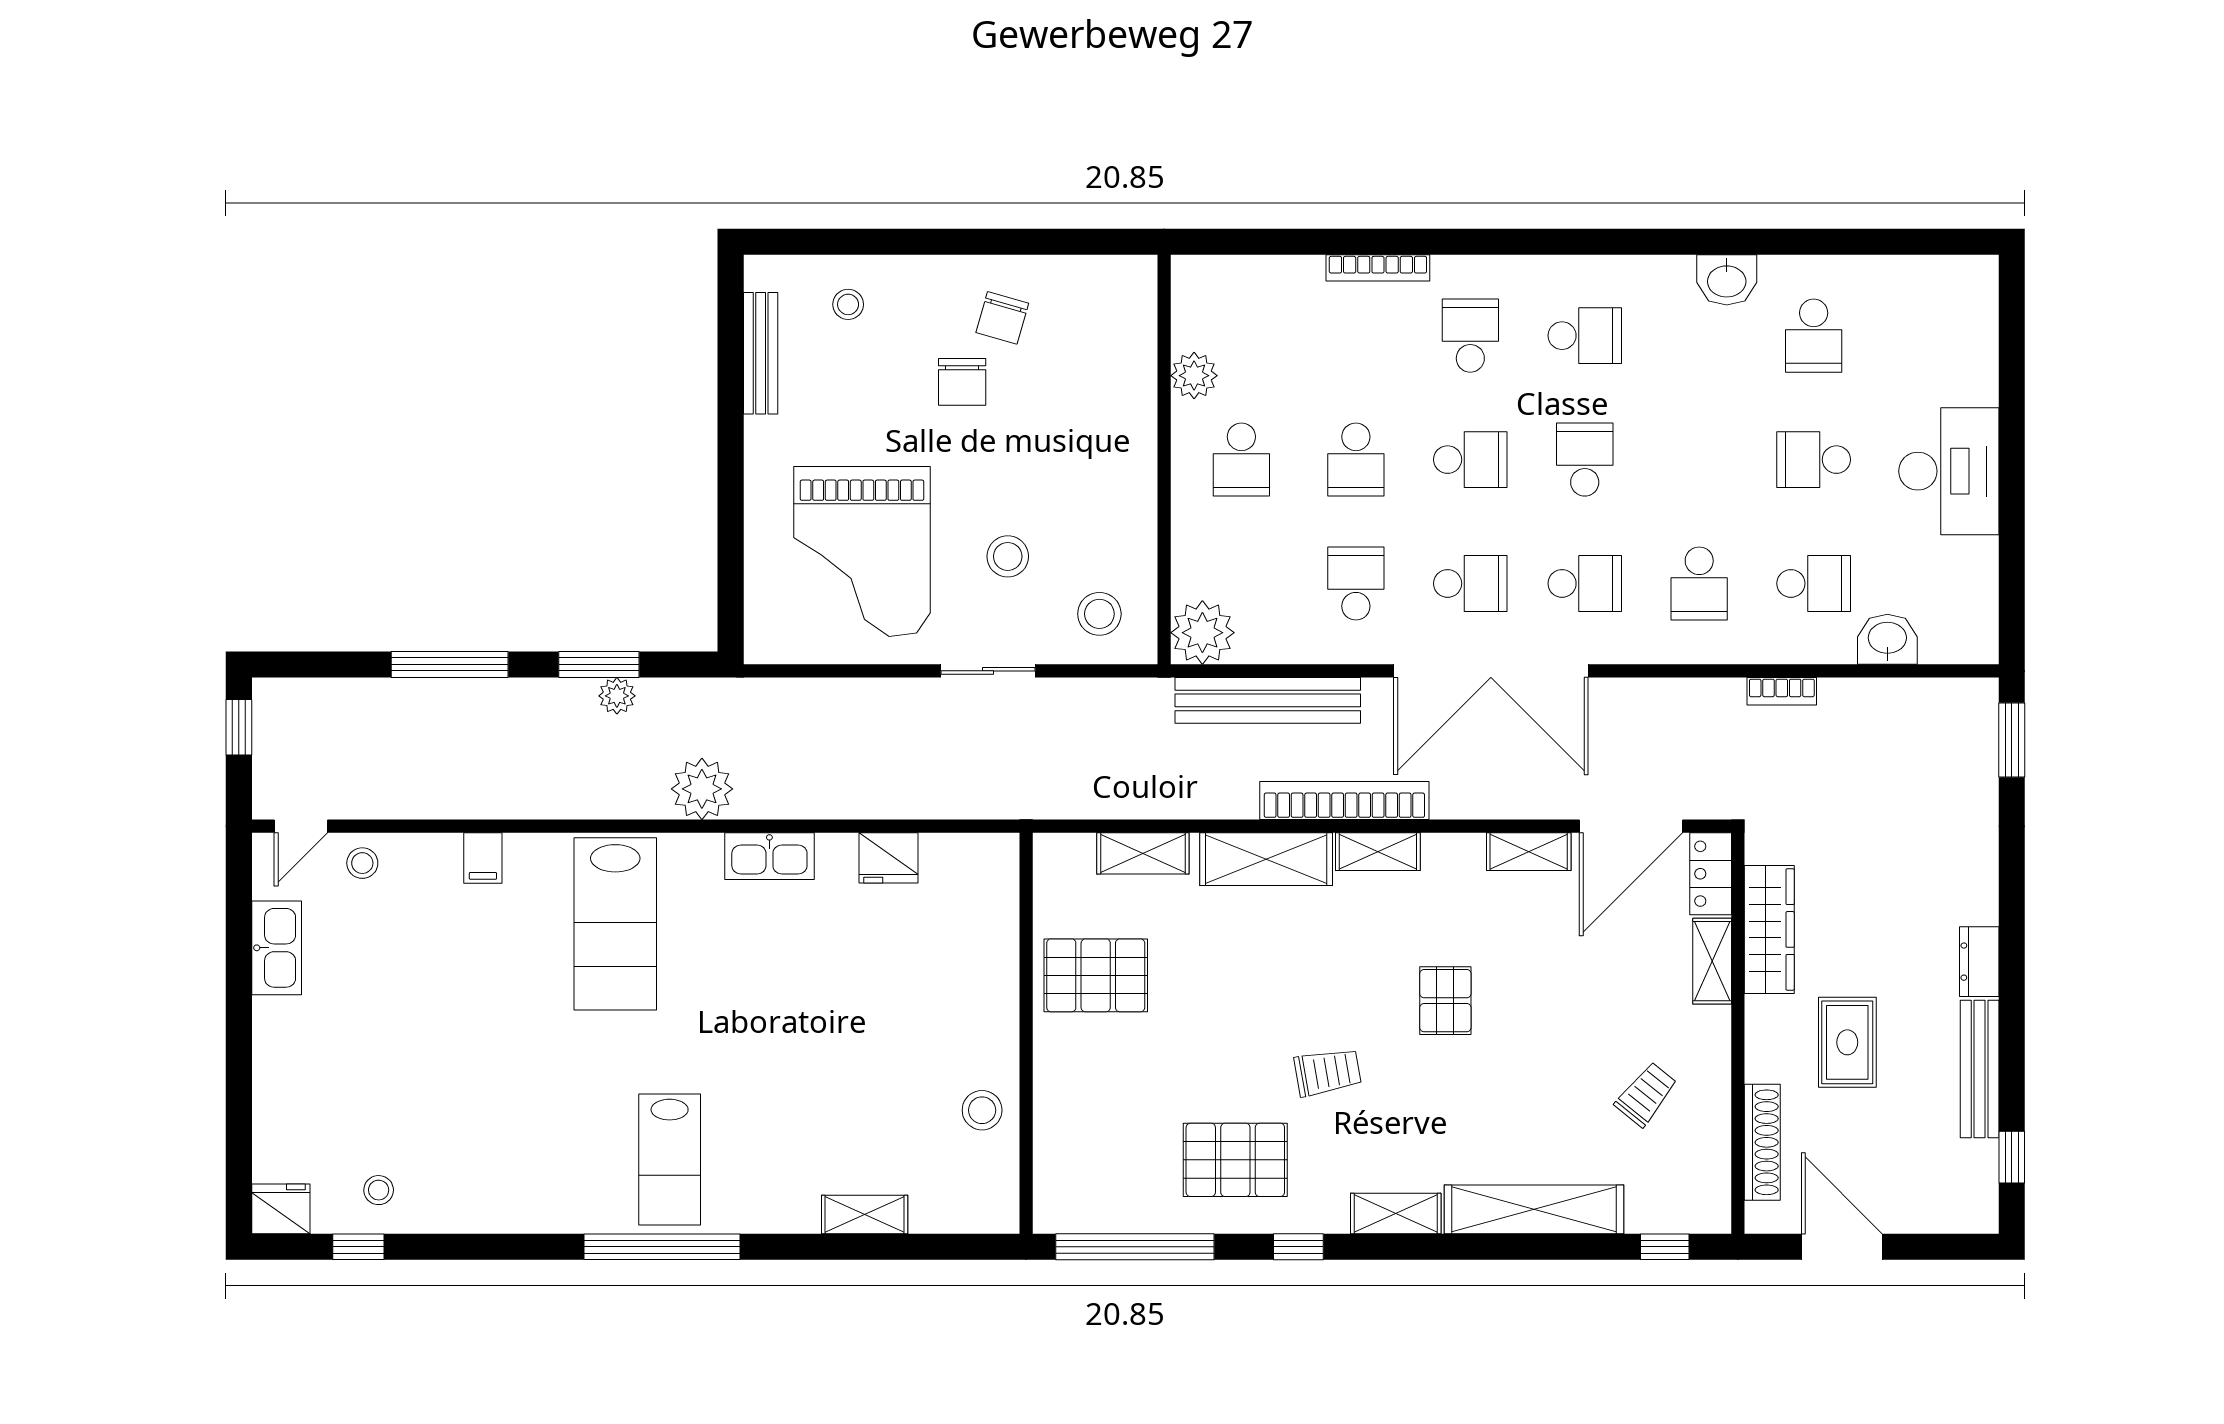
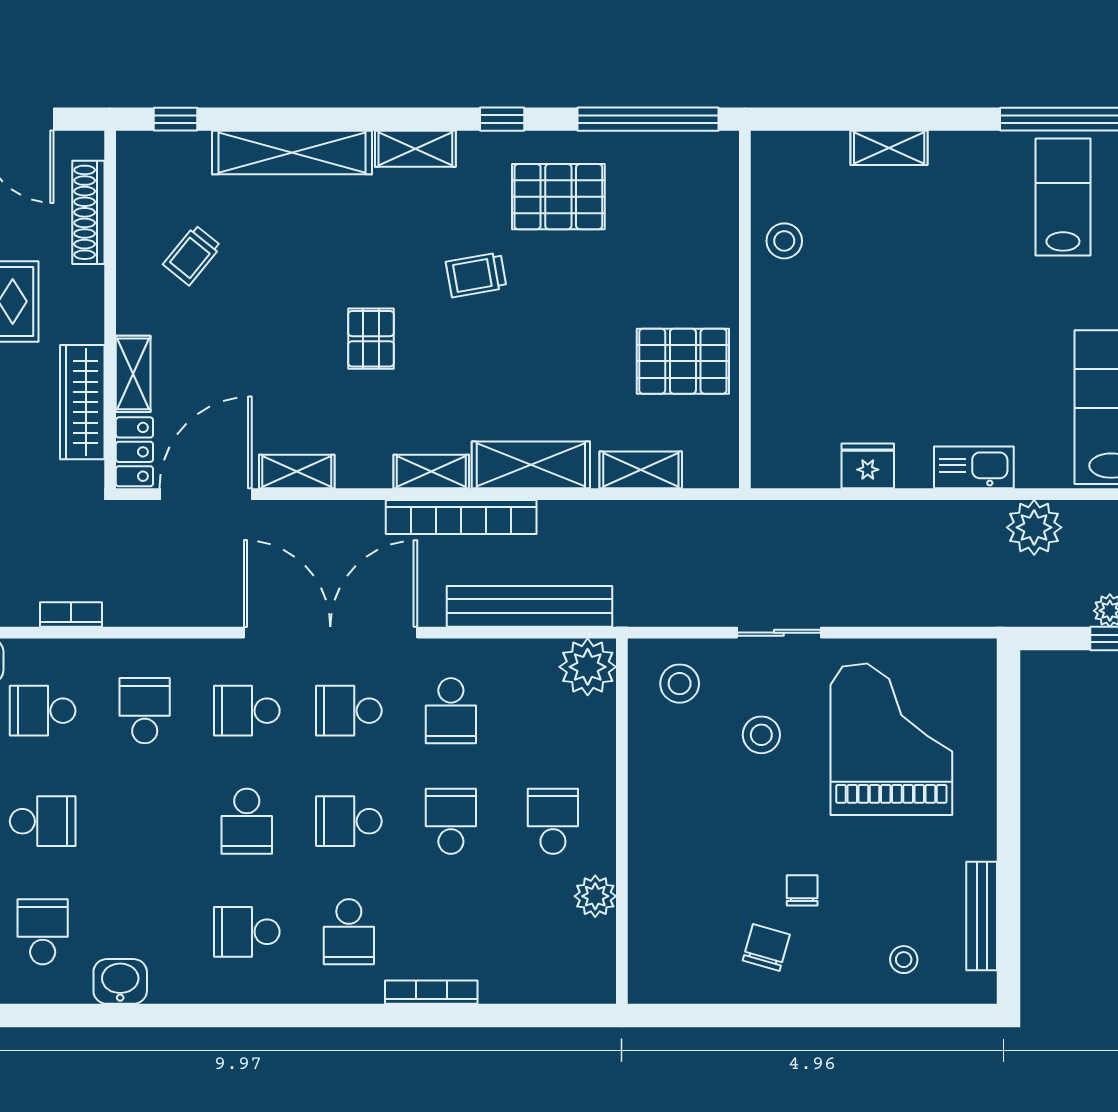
chair: (962, 382) -> (802, 890), width x0.73, depth x0.73

